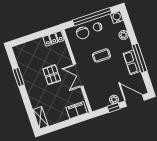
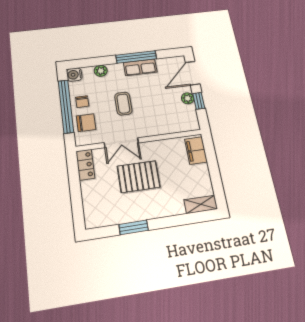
pallet: (52, 75) -> (139, 177), width x1.50, depth x1.42
double door: (78, 75) -> (121, 143), moved

